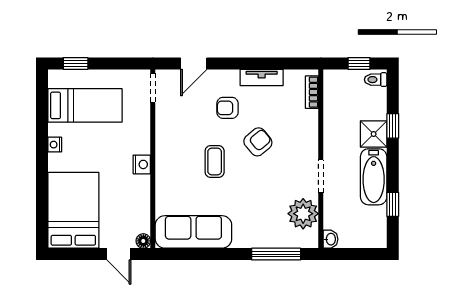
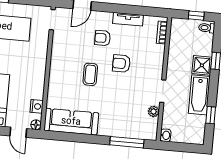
armchair: (258, 142) -> (121, 63), turned -140
nightstand: (142, 164) -> (37, 106), moved
plant: (303, 214) -> (154, 111), width x0.53, depth x0.53

